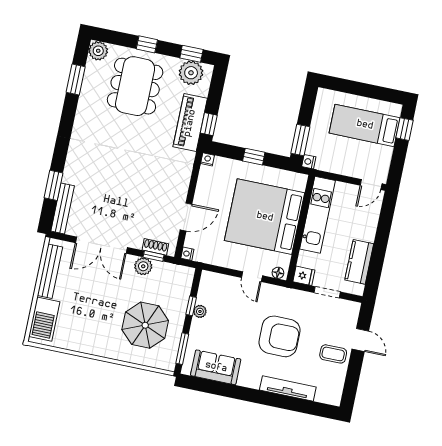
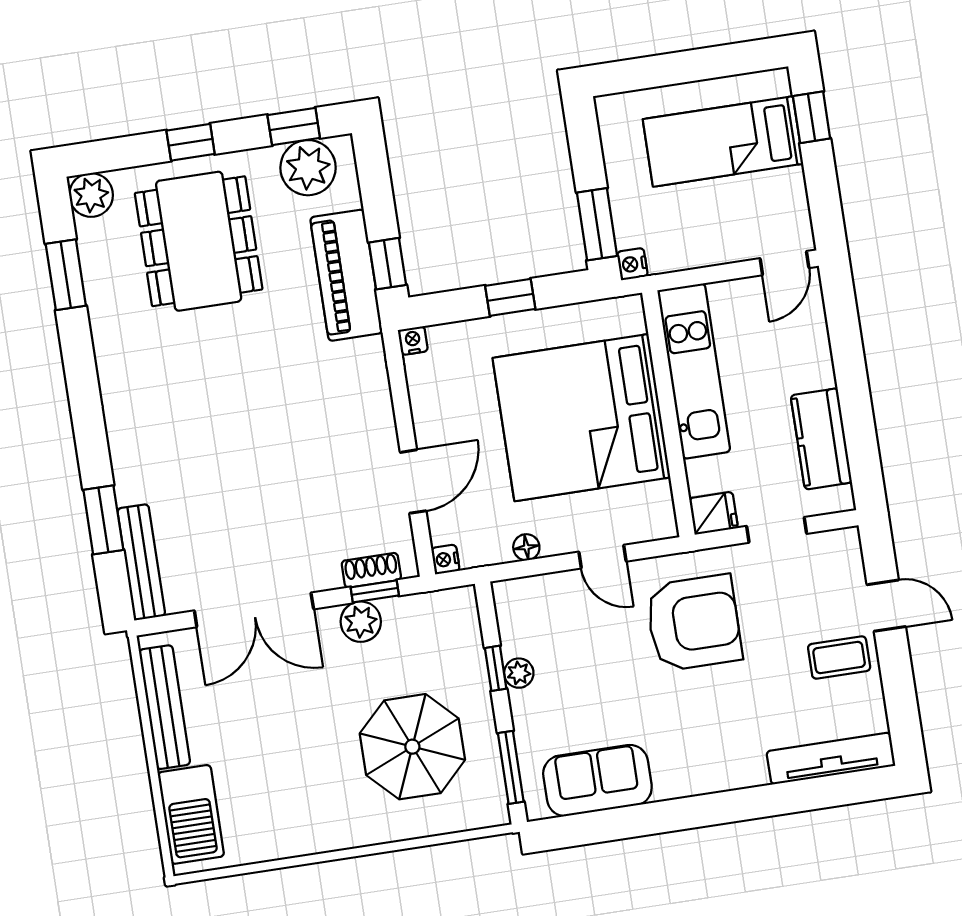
floor lamp: (278, 273) -> (526, 547), moved
armchair: (280, 336) -> (694, 623), moved
tv unit: (288, 388) -> (831, 758), moved

